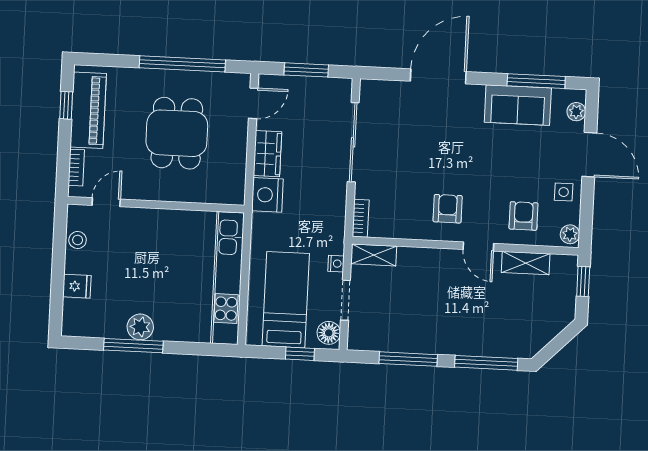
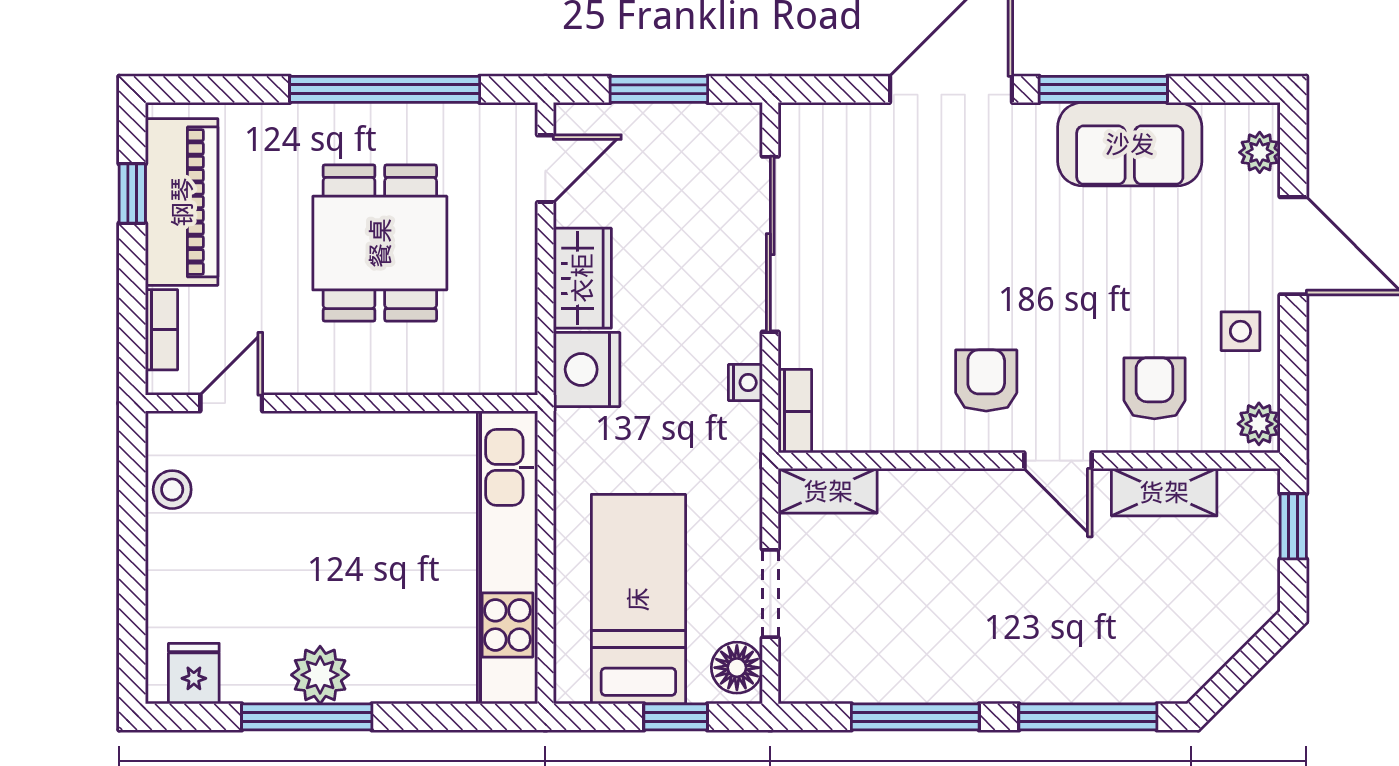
window: (536, 81) -> (1103, 89), moved
nightstand: (336, 264) -> (745, 383), moved
fridge: (77, 286) -> (194, 674), moved, turned -90

